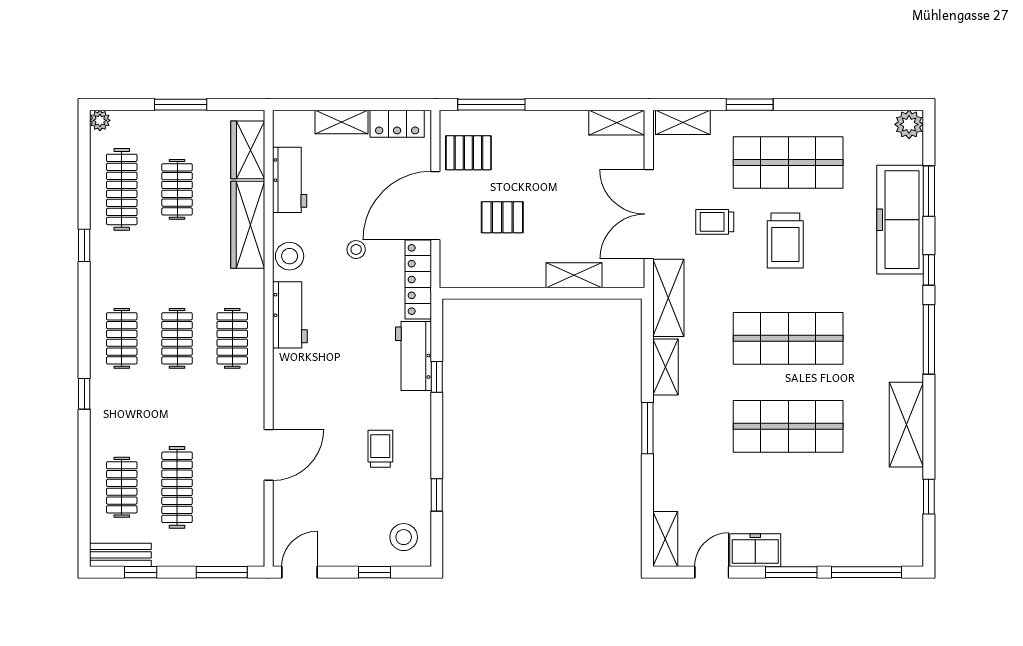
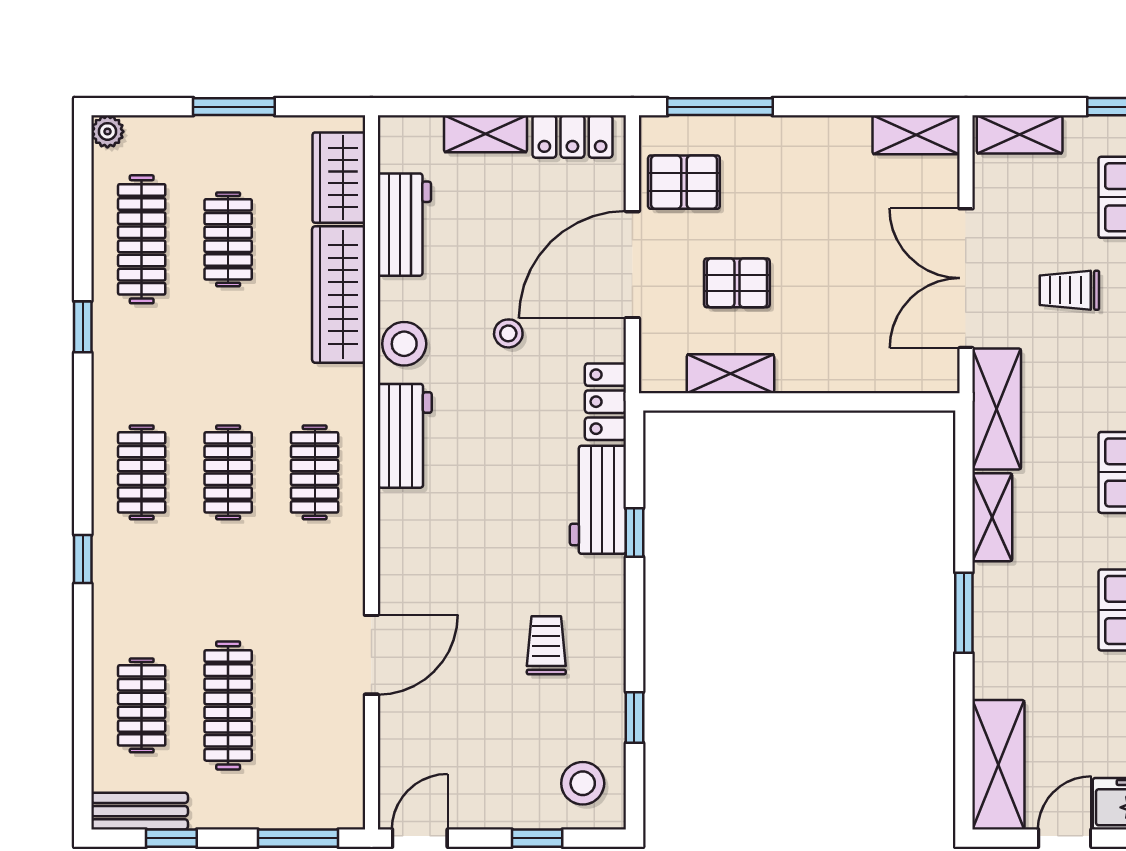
shelving: (574, 275) -> (730, 374), moved
locker: (418, 280) -> (605, 402), width x0.66
shelving: (665, 539) -> (998, 765), width x1.50, depth x1.33

